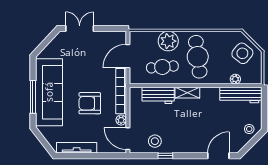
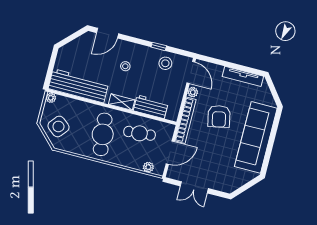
double door: (80, 29) -> (194, 187), moved
plant: (168, 41) -> (148, 167), moved, width x0.53, depth x0.53
plant: (235, 79) -> (51, 98), moved
workbench: (241, 95) -> (78, 86), width x1.36, depth x1.32
window: (33, 97) -> (273, 137), removed
armchair: (90, 103) -> (219, 116), turned 78
stool: (249, 129) -> (125, 66), moved

